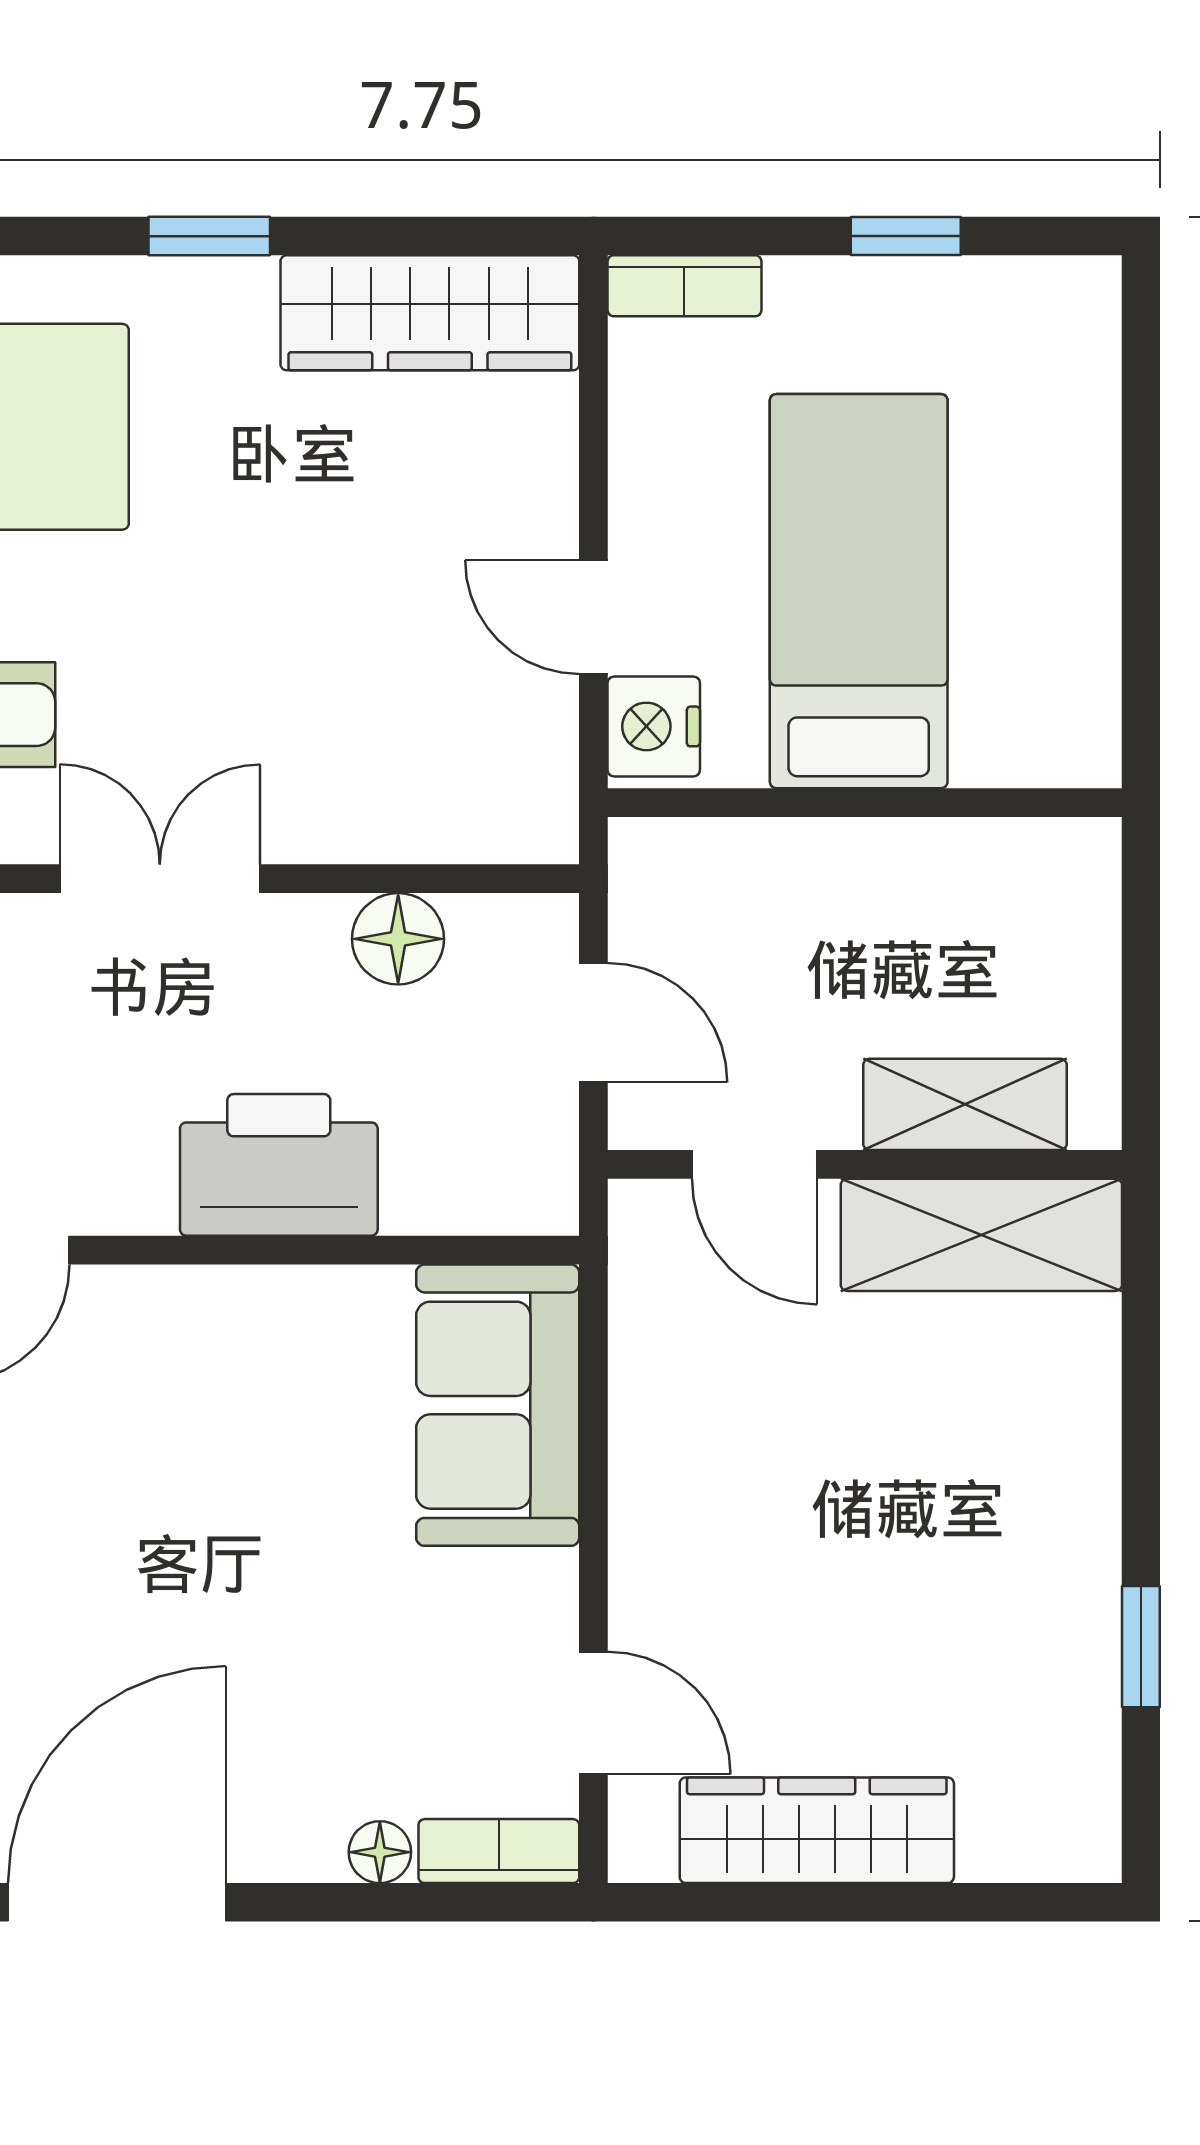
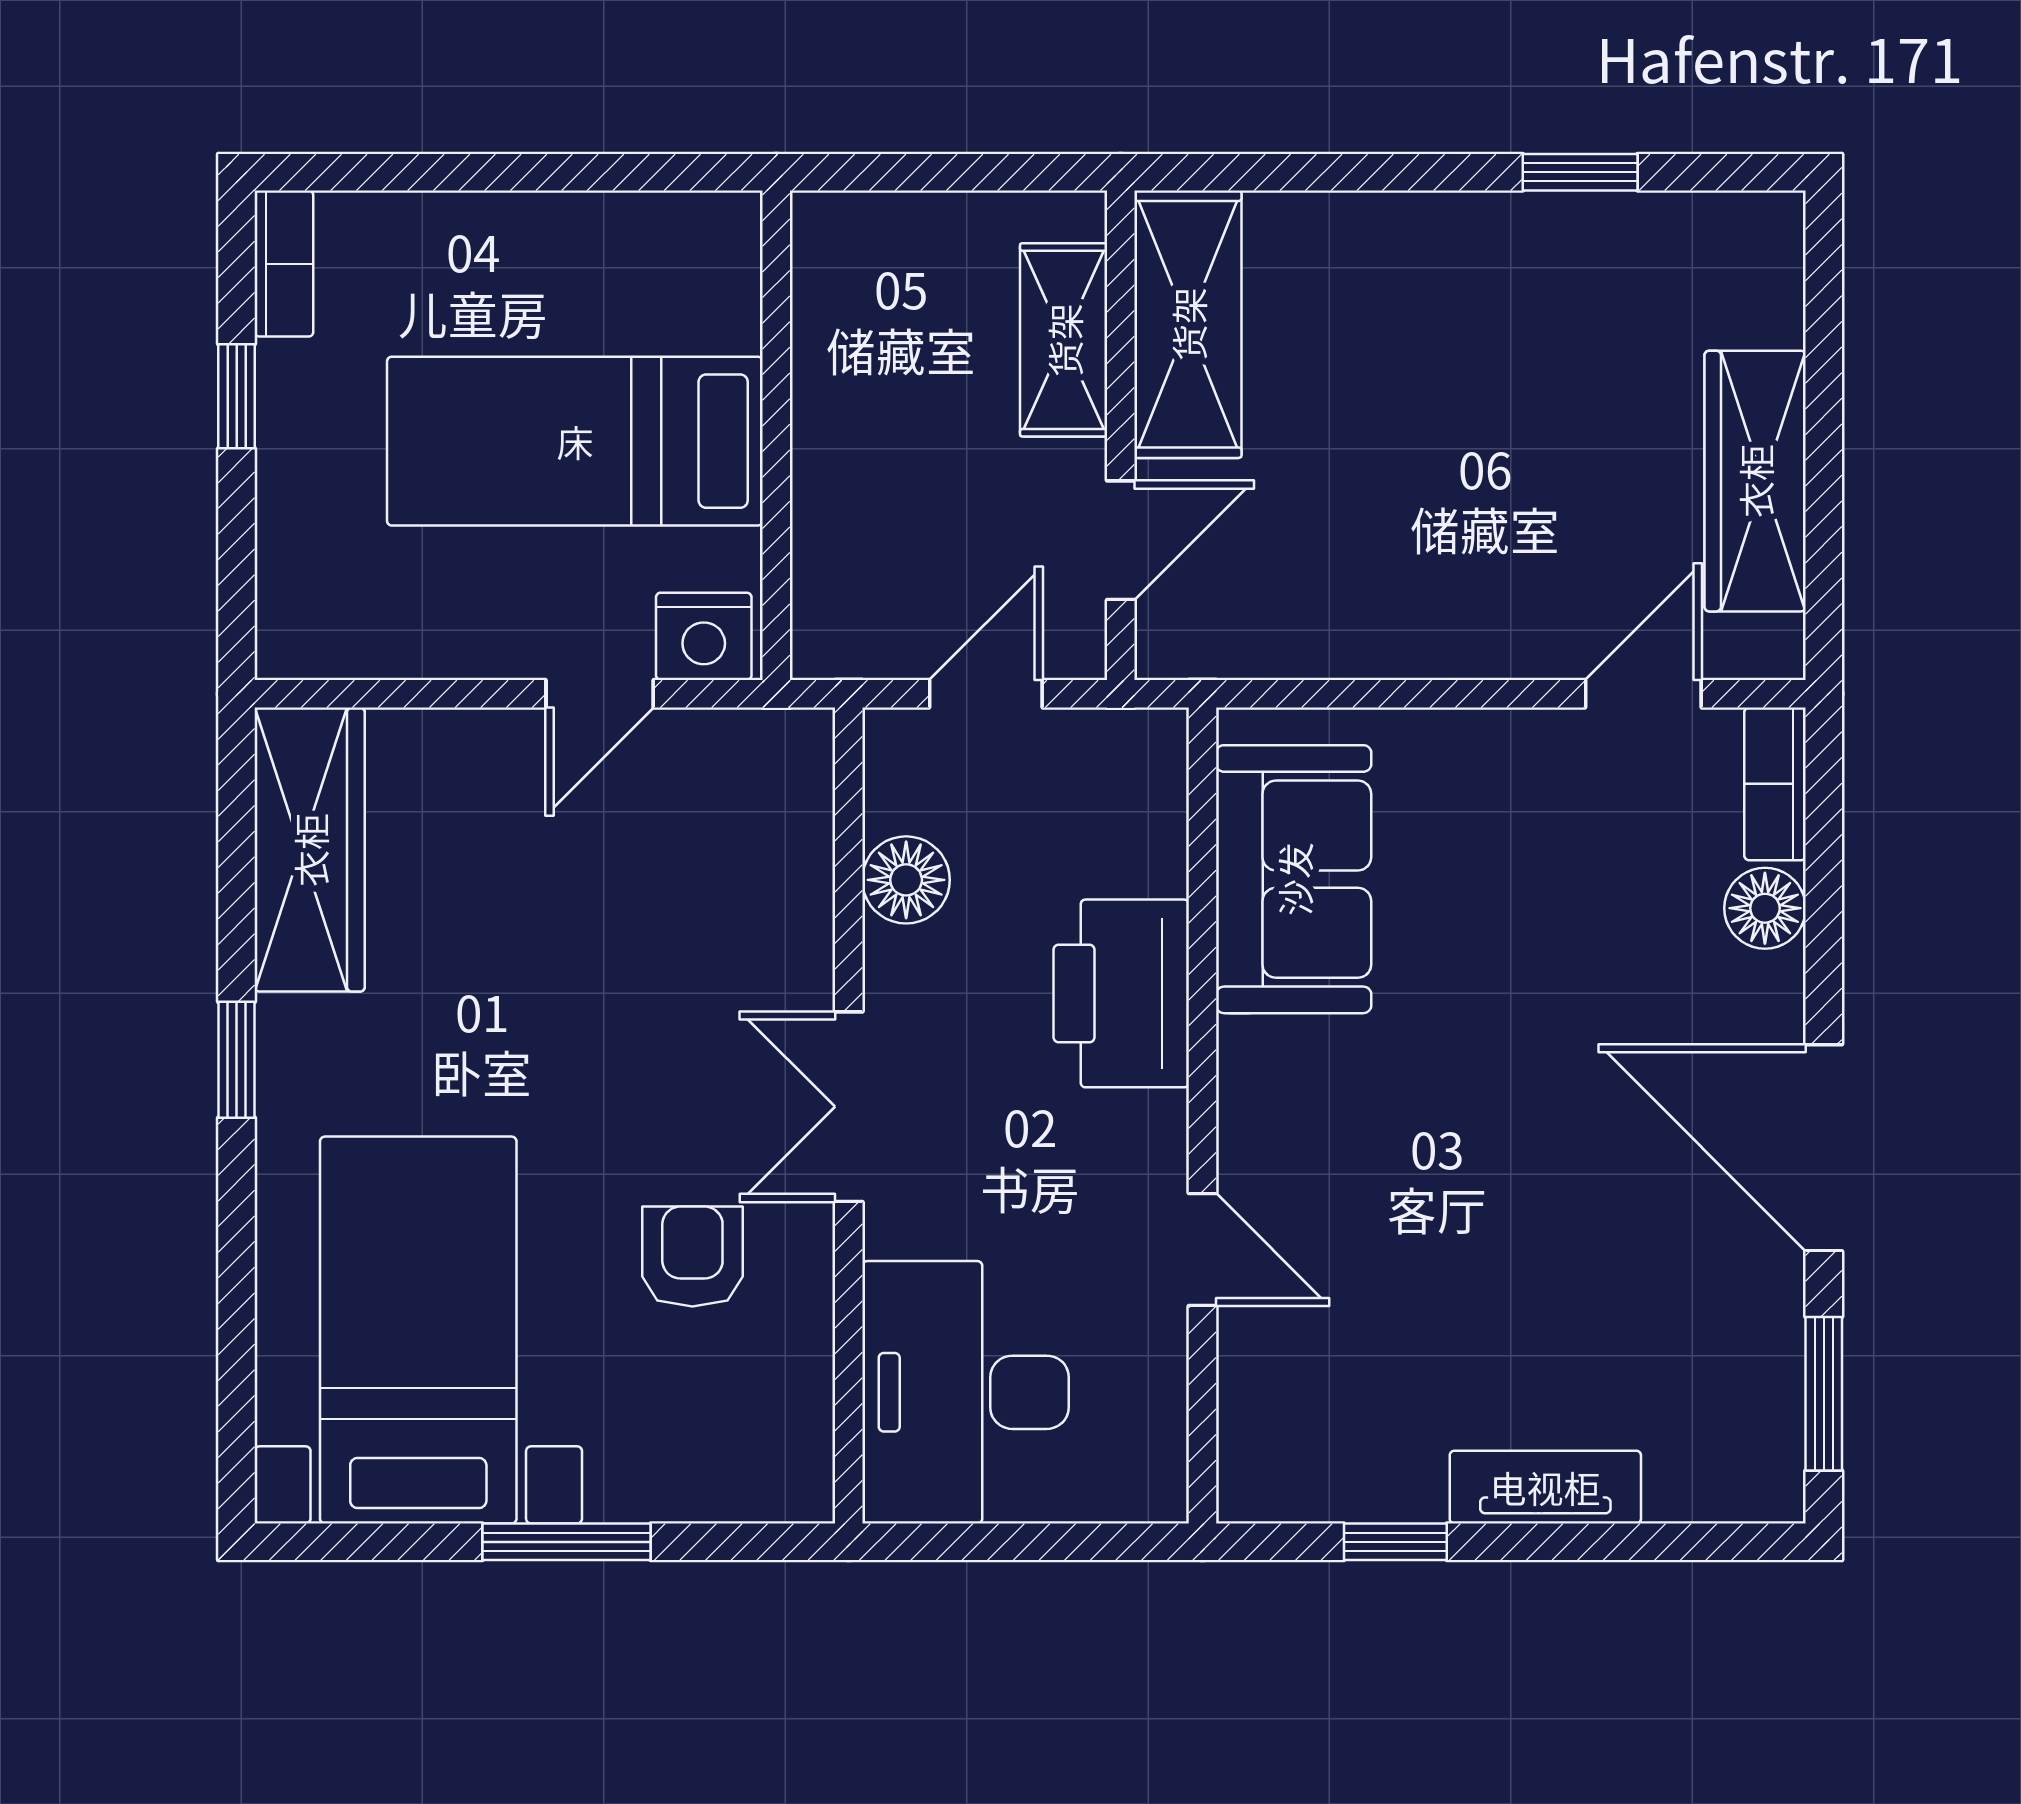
bookcase: (684, 286) -> (284, 264), moved
sofa: (498, 1405) -> (1294, 879), moved, turned -90
floor lamp: (380, 1852) -> (1765, 908), width x1.37, depth x1.37

